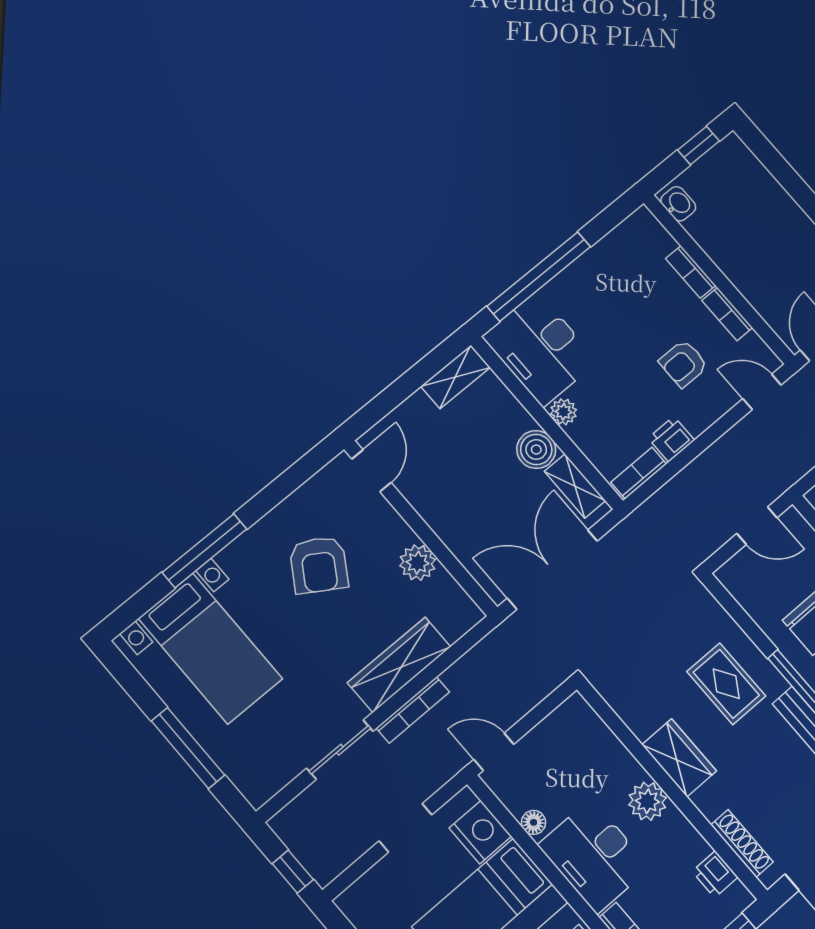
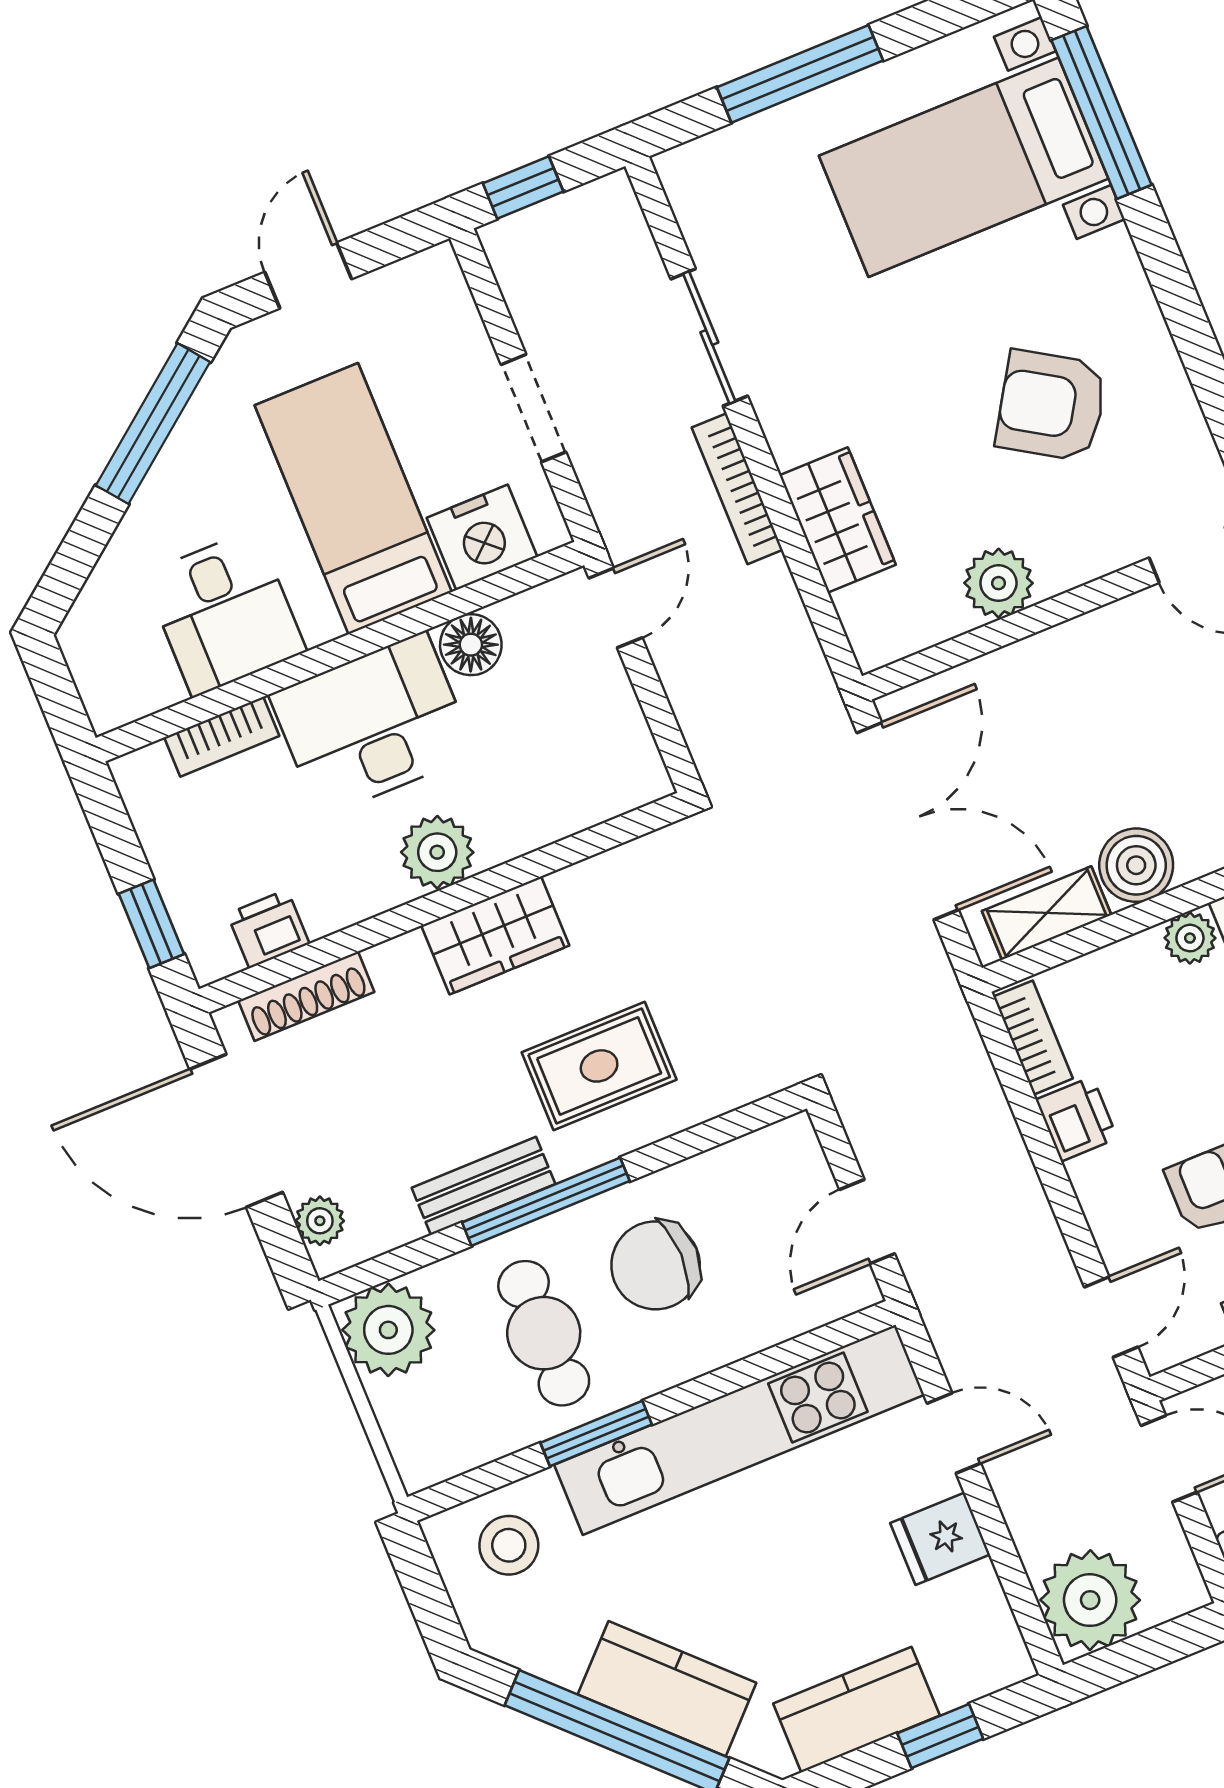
window: (204, 551) -> (1102, 112), moved
wardrobe: (399, 665) -> (838, 520), width x0.67
floor lamp: (534, 822) -> (471, 645), width x1.37, depth x1.37

